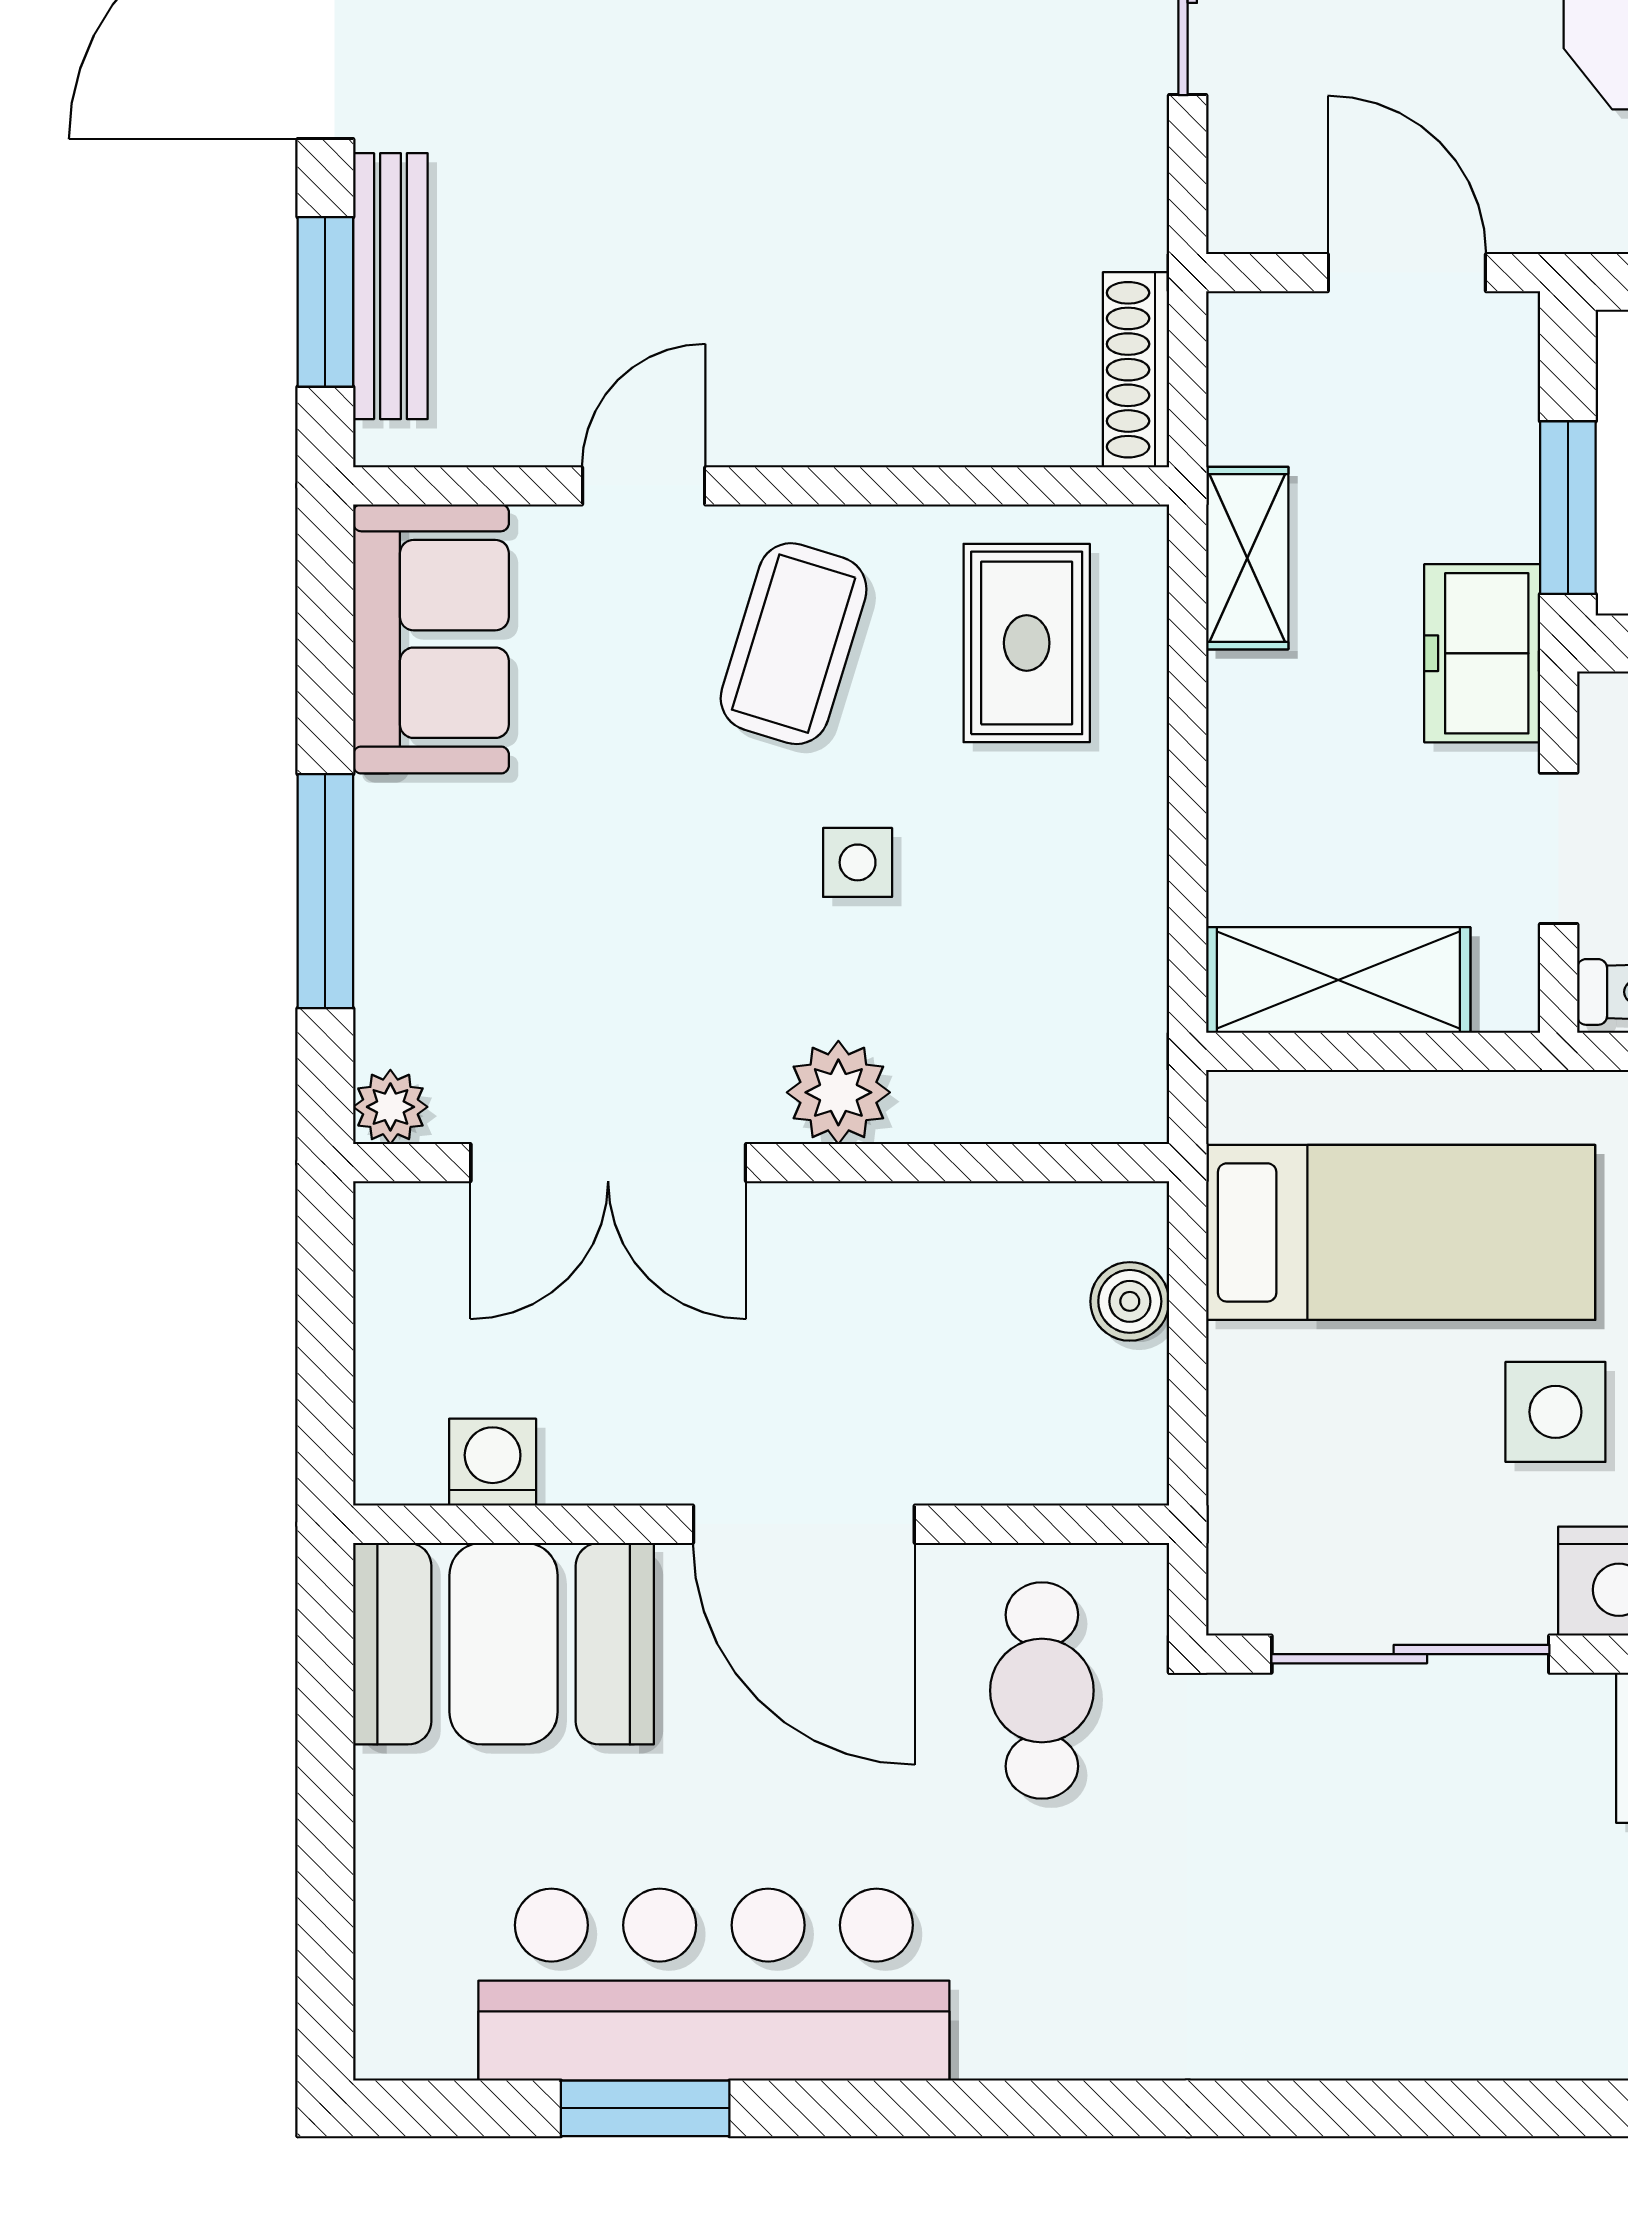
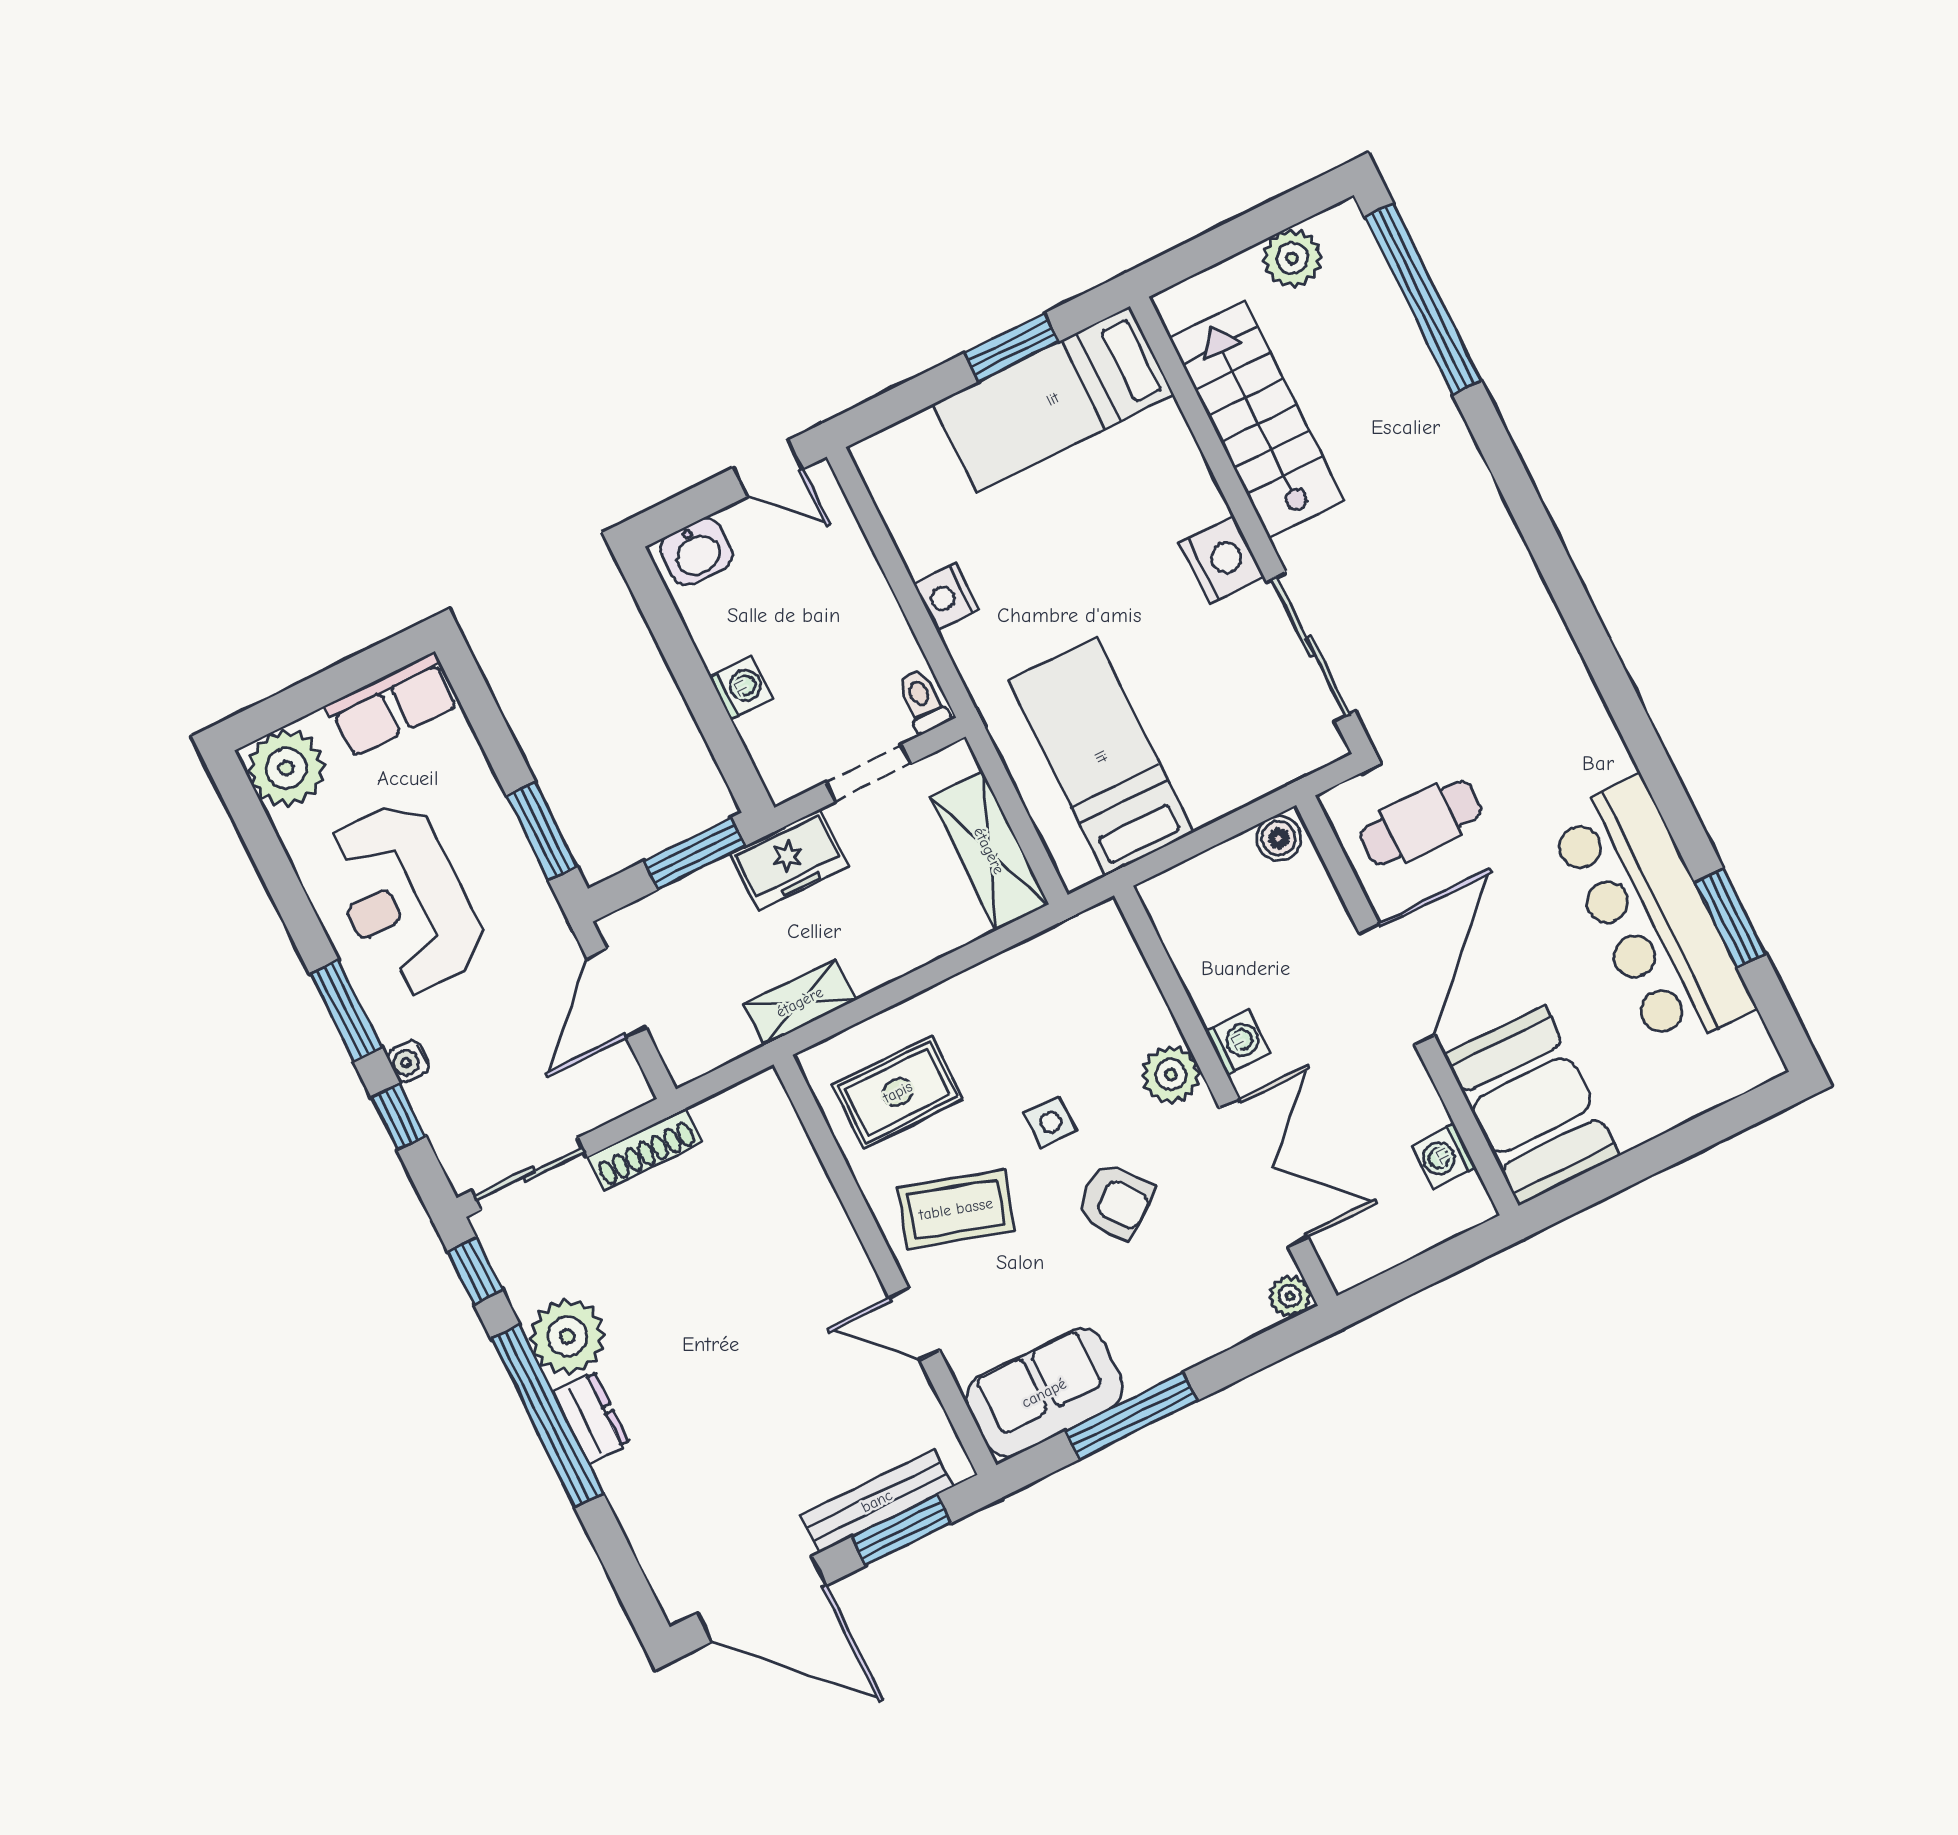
shoe rack: (1136, 370) -> (644, 1149), moved
window: (325, 891) -> (1131, 1416), moved
armchair: (681, 904) -> (1115, 1201), added
washing machine: (837, 1225) -> (1238, 1042), added
boiler: (1130, 1301) -> (1279, 838), moved
side table: (1555, 1412) -> (1152, 634), removed

